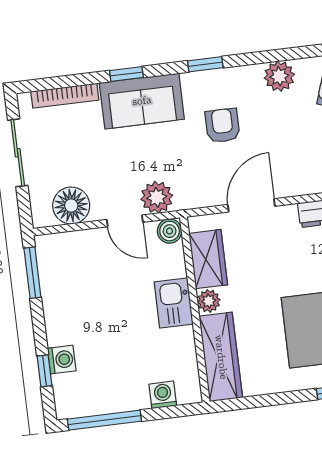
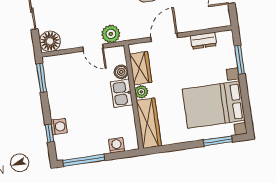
floor lamp: (71, 206) -> (50, 41), moved
boiler: (170, 231) -> (121, 72), moved

